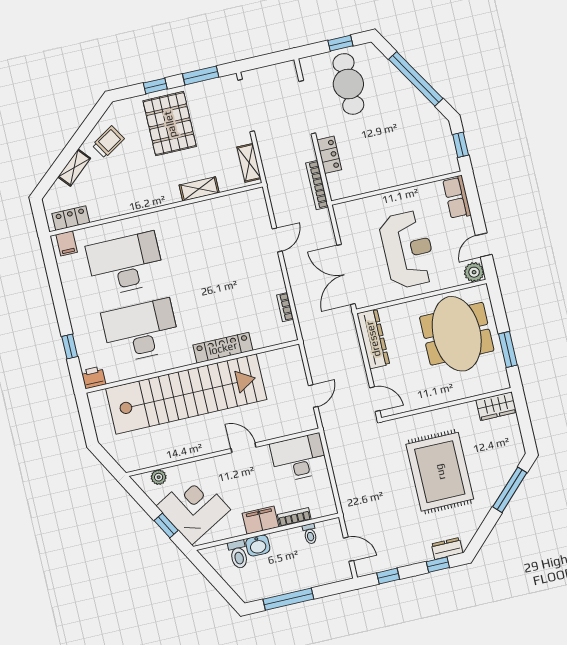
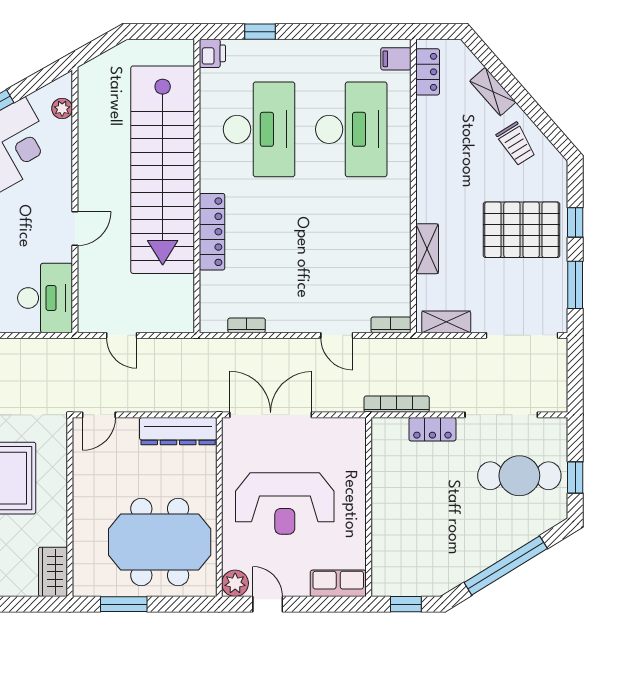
bookcase: (260, 202) -> (391, 325), added

